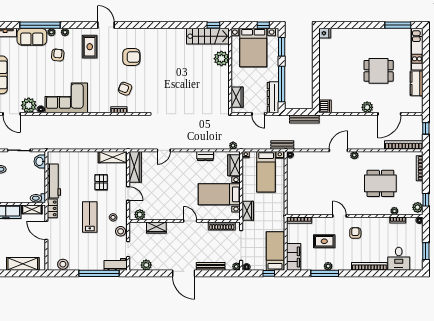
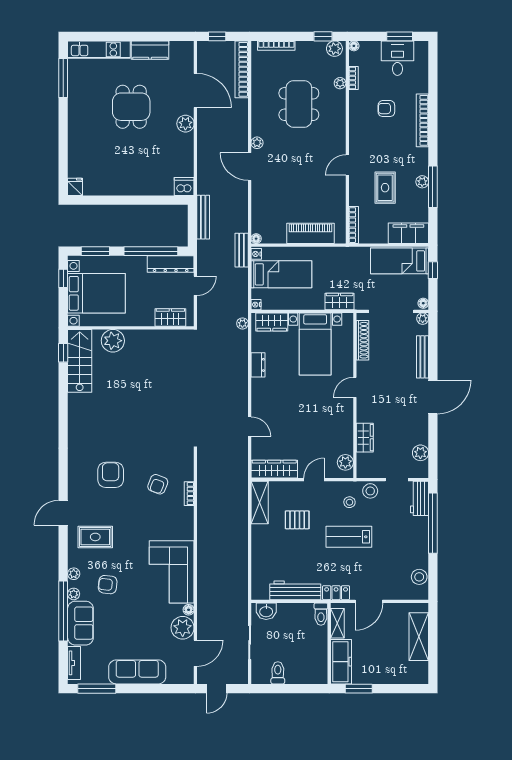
piano: (293, 191) -> (310, 233), added
armchair: (355, 233) -> (386, 109), moved
desk: (399, 259) -> (397, 58), moved, turned -90

